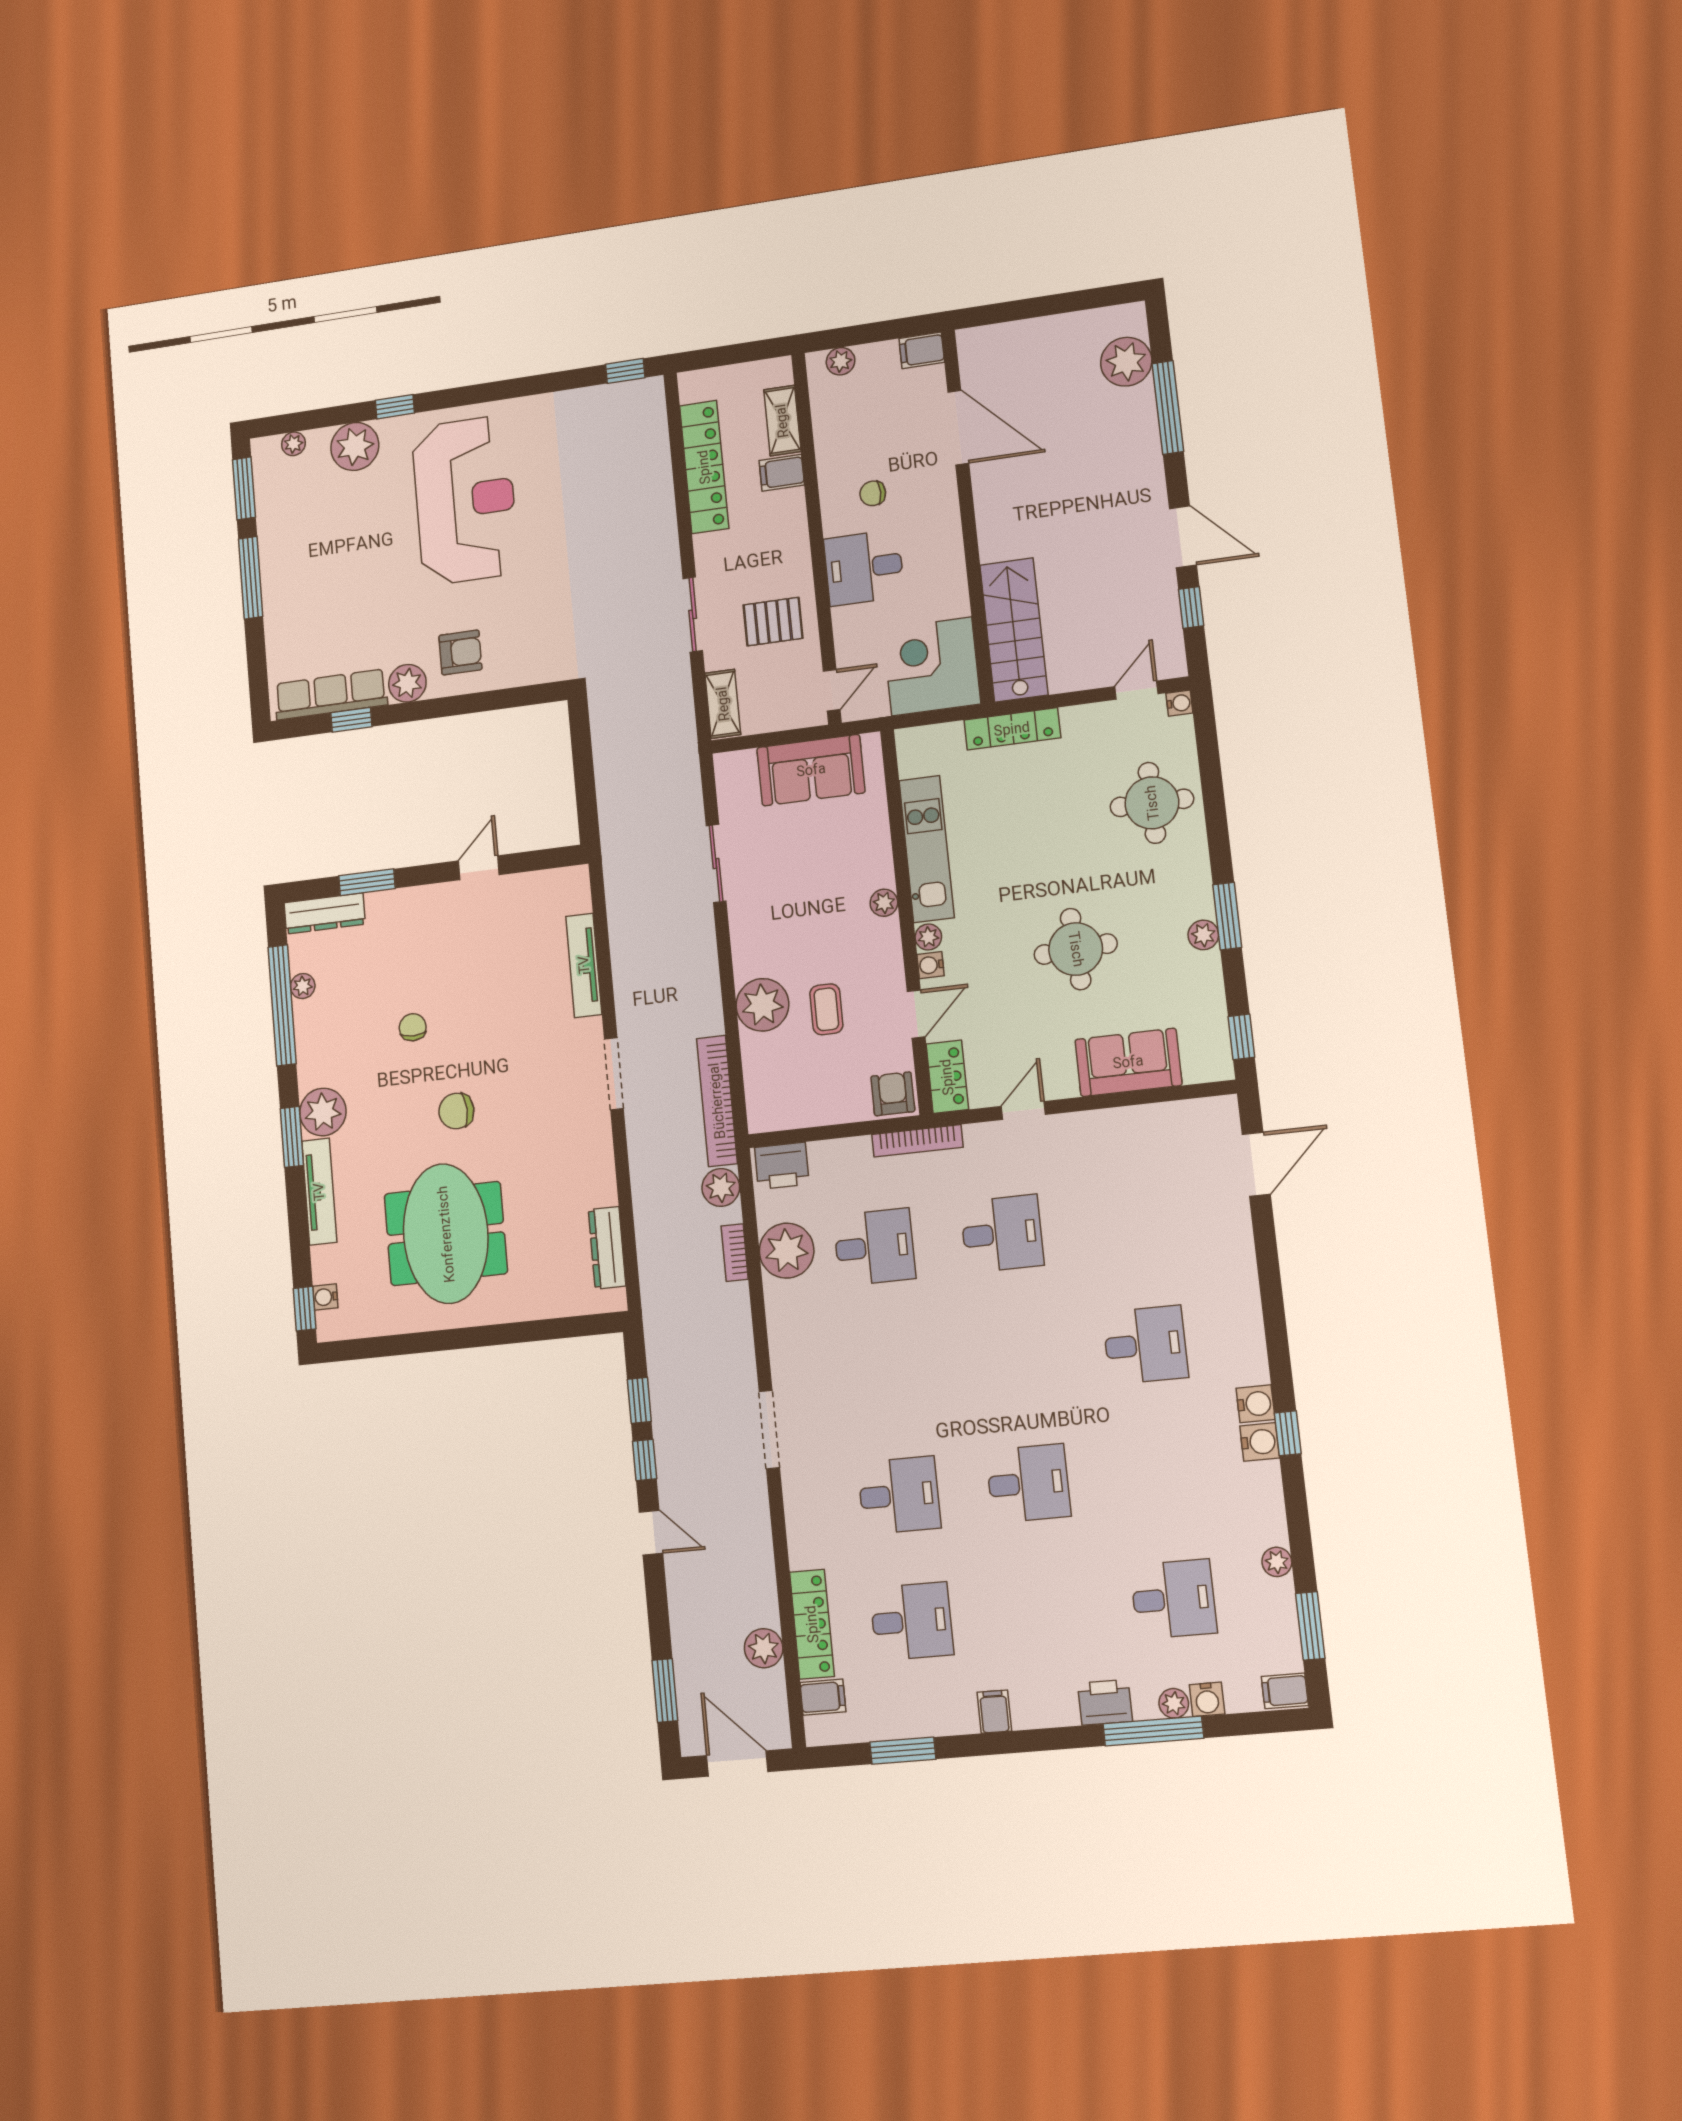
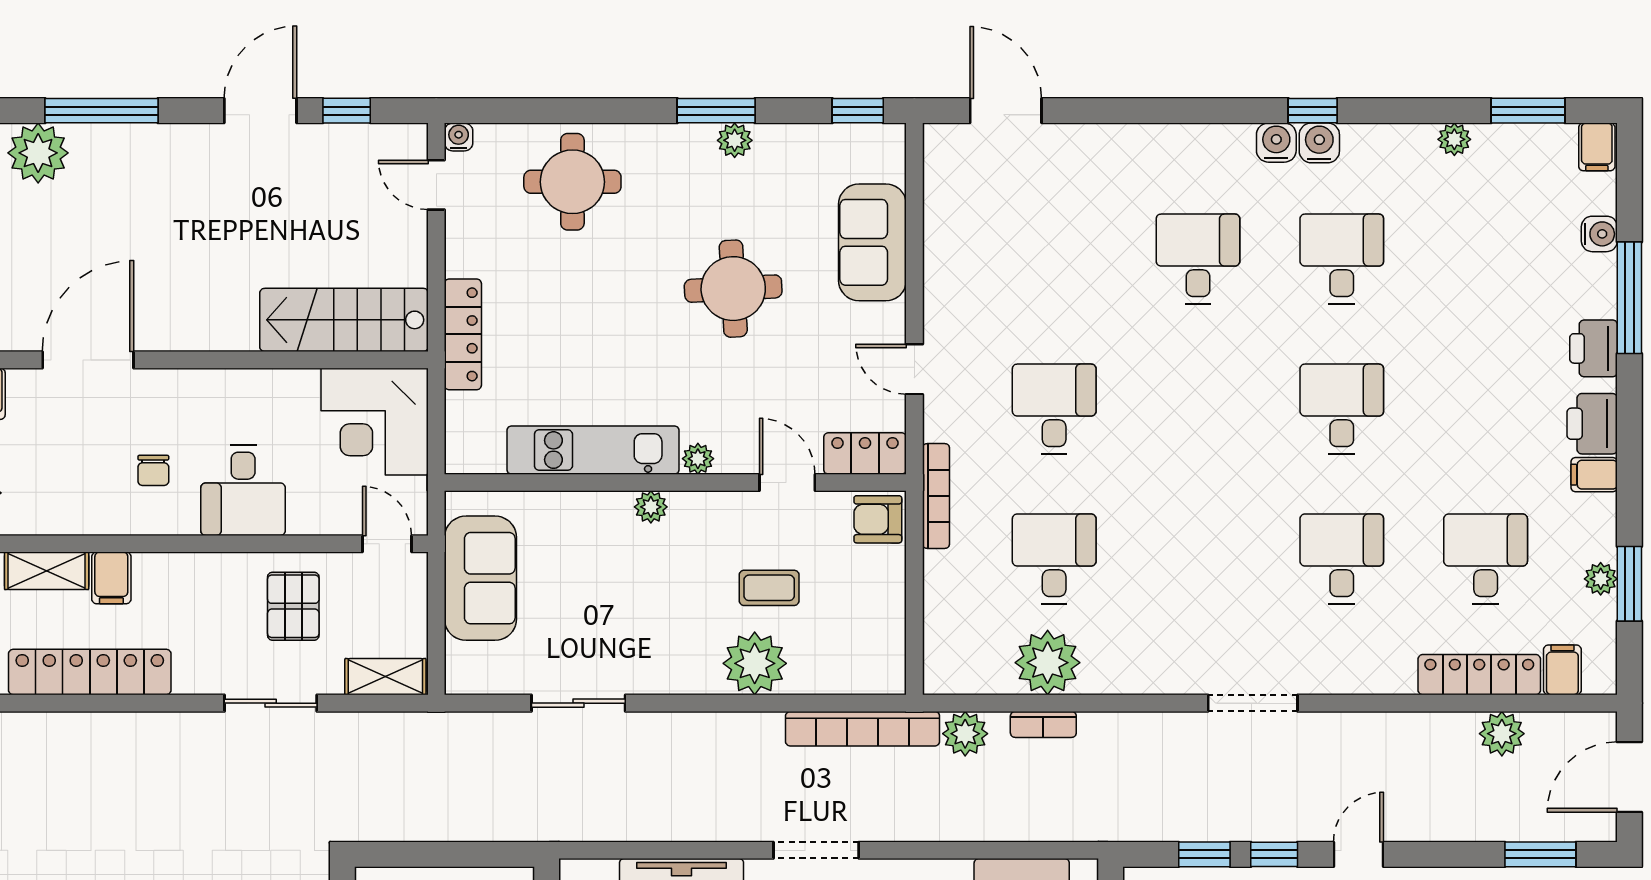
water cooler: (931, 965) -> (731, 460), removed
printer: (782, 1166) -> (1592, 424), moved, turned 180
desk: (1173, 1599) -> (1342, 259), moved
plant: (1174, 1703) -> (1601, 579), moved

